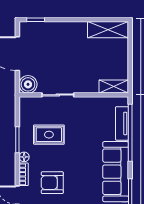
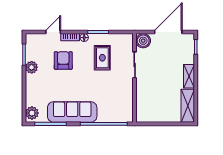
shelving: (114, 87) -> (189, 76), moved
tv unit: (122, 123) -> (111, 117), removed

